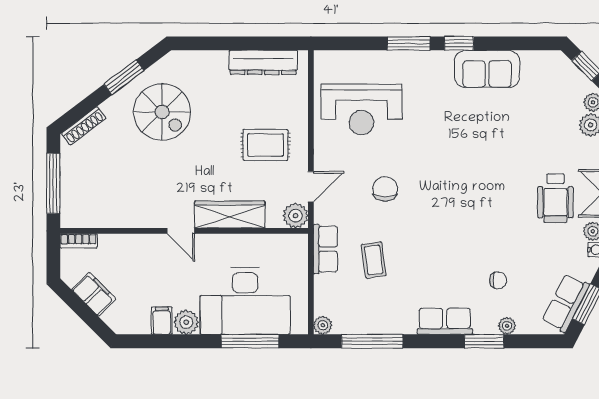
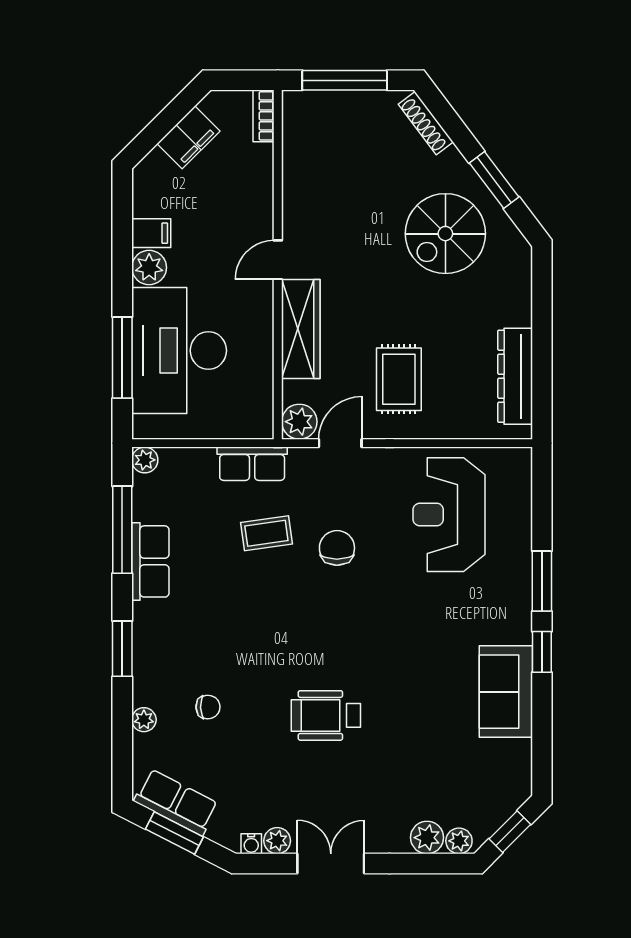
door: (311, 187) -> (340, 443), swing flipped
chair: (385, 189) -> (337, 548), turned -90
wheelchair: (555, 198) -> (326, 715), moved
coffee table: (374, 260) -> (266, 533), moved
chair: (498, 280) -> (208, 707), turned -92
row of seats: (445, 321) -> (150, 561), moved
window: (484, 341) -> (122, 649), moved

